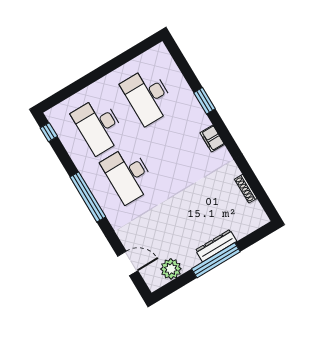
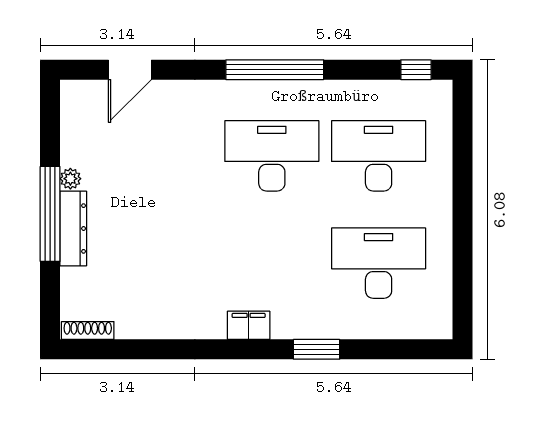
shoe rack: (246, 189) -> (88, 331), moved
plant: (171, 269) -> (70, 179), moved, width x0.53, depth x0.53

